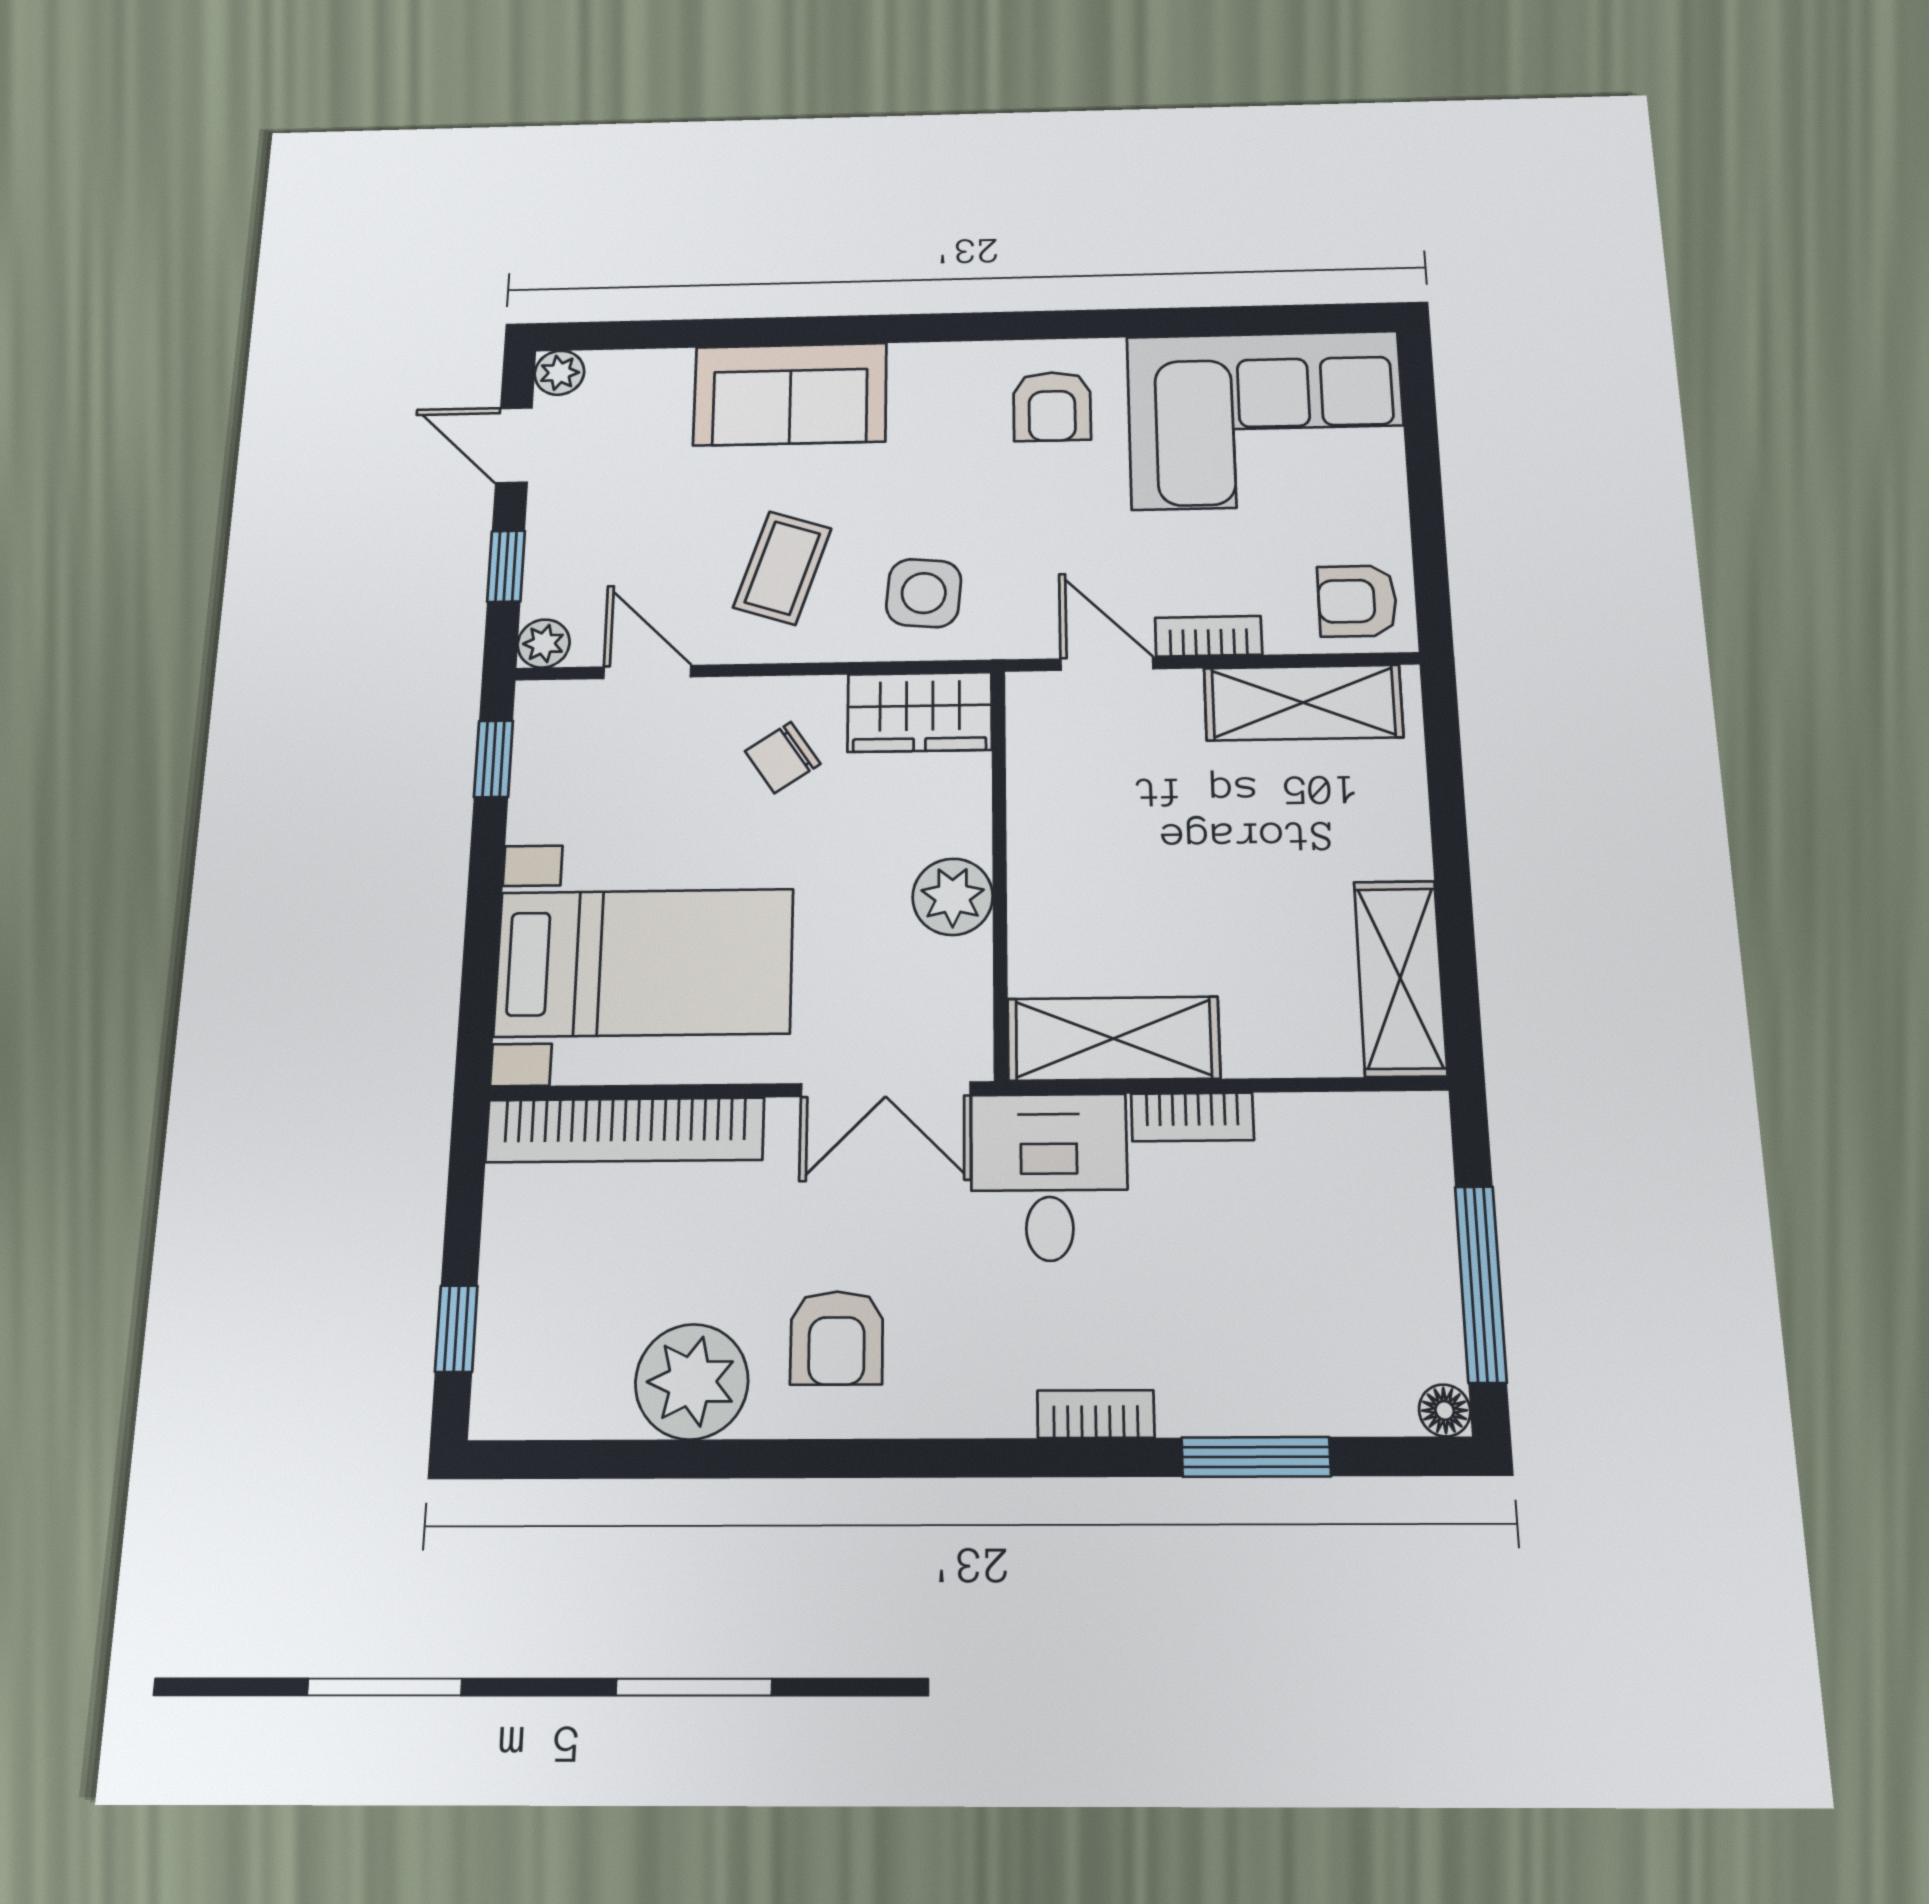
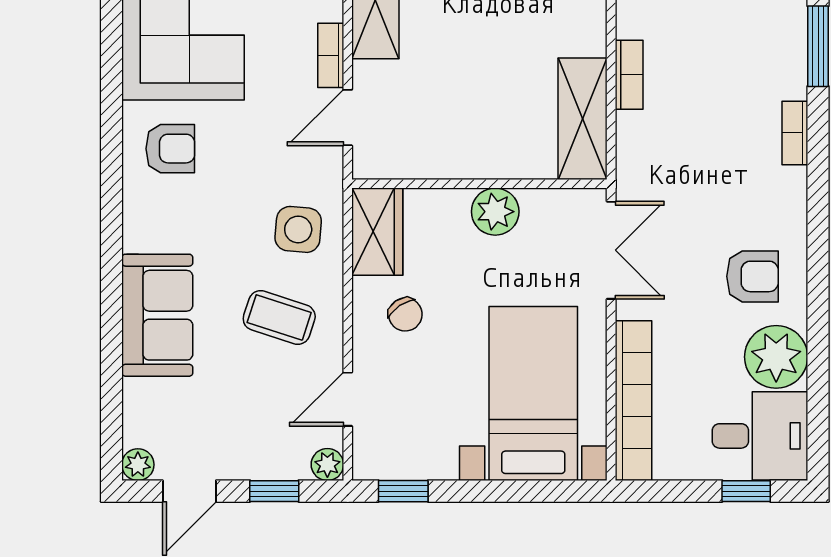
desk: (1049, 1177) -> (760, 436), moved, turned 180

